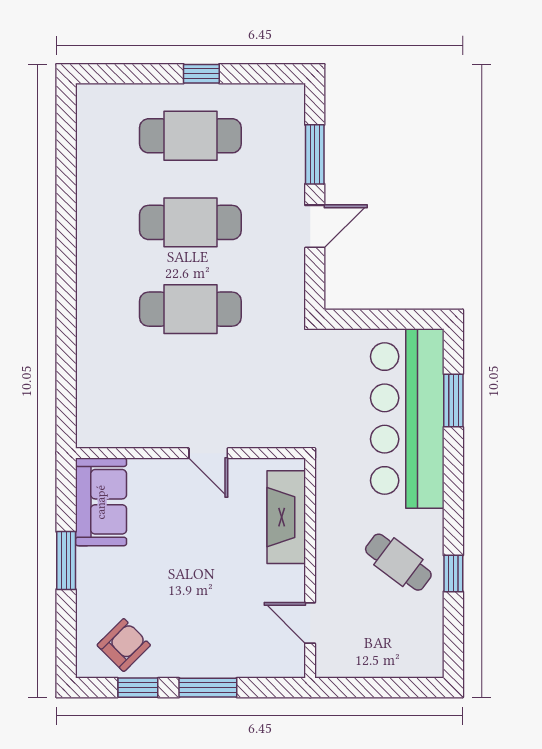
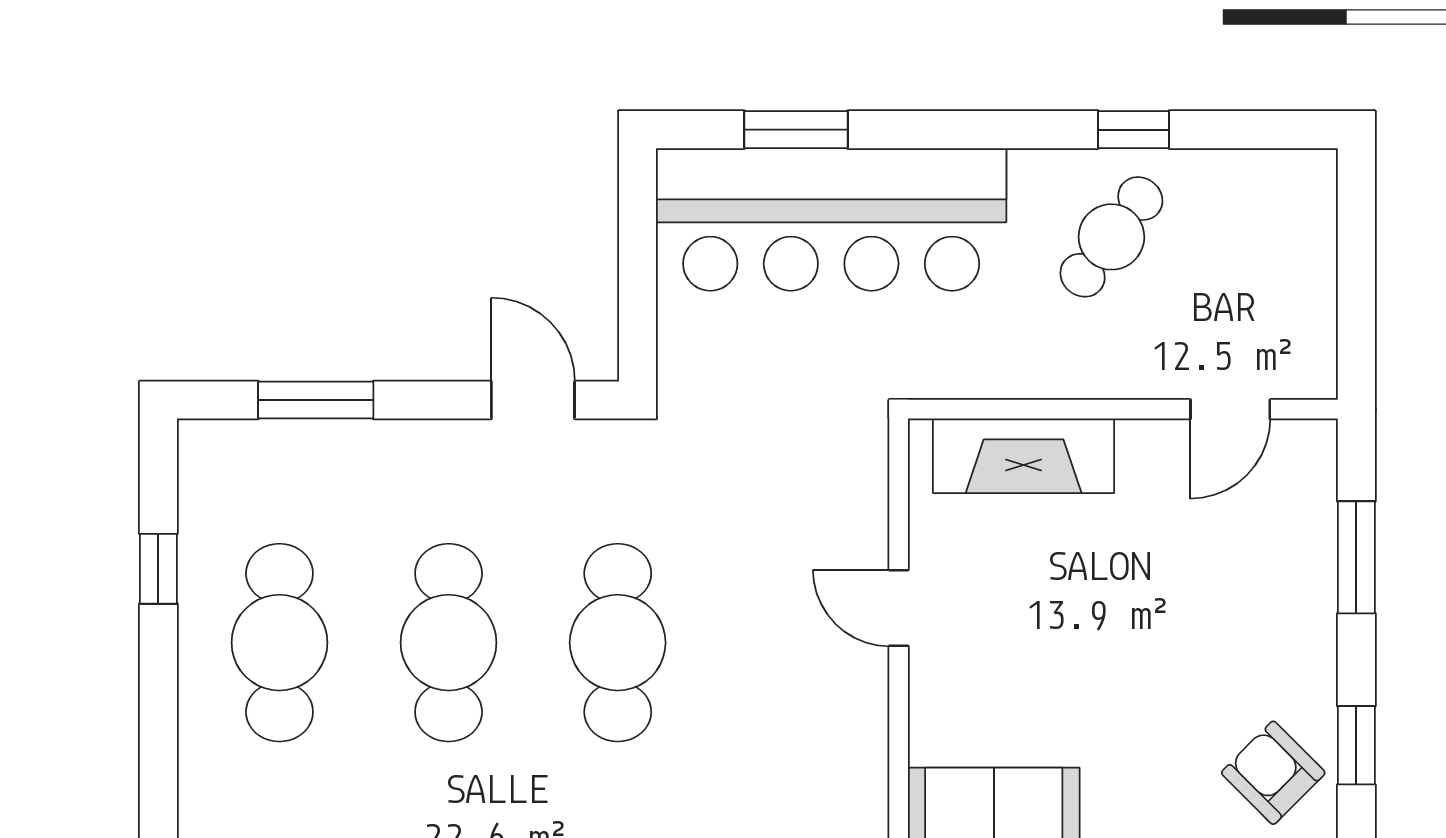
window: (201, 74) -> (158, 569), moved
door: (315, 226) -> (533, 400), moved
door: (208, 453) -> (899, 608), swing flipped
window: (208, 688) -> (1356, 557), moved

